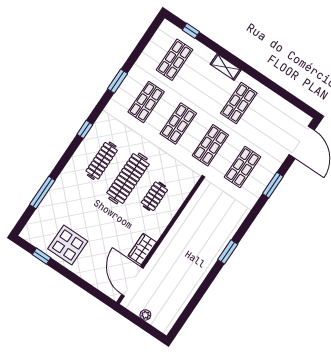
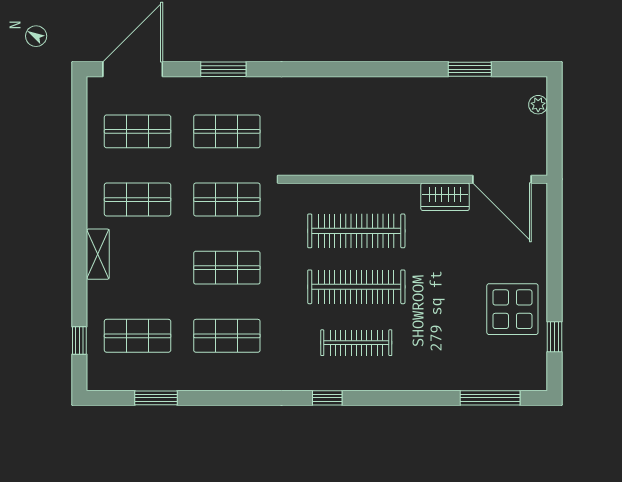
window: (117, 81) -> (156, 398), moved
shop shelf: (271, 125) -> (138, 131), added
window: (42, 193) -> (490, 398), moved
clothes rail: (154, 196) -> (356, 231), width x1.86, depth x1.31
window: (228, 252) -> (470, 69), moved
door: (132, 281) -> (502, 179), hinge flipped
plant: (145, 315) -> (538, 105), moved

